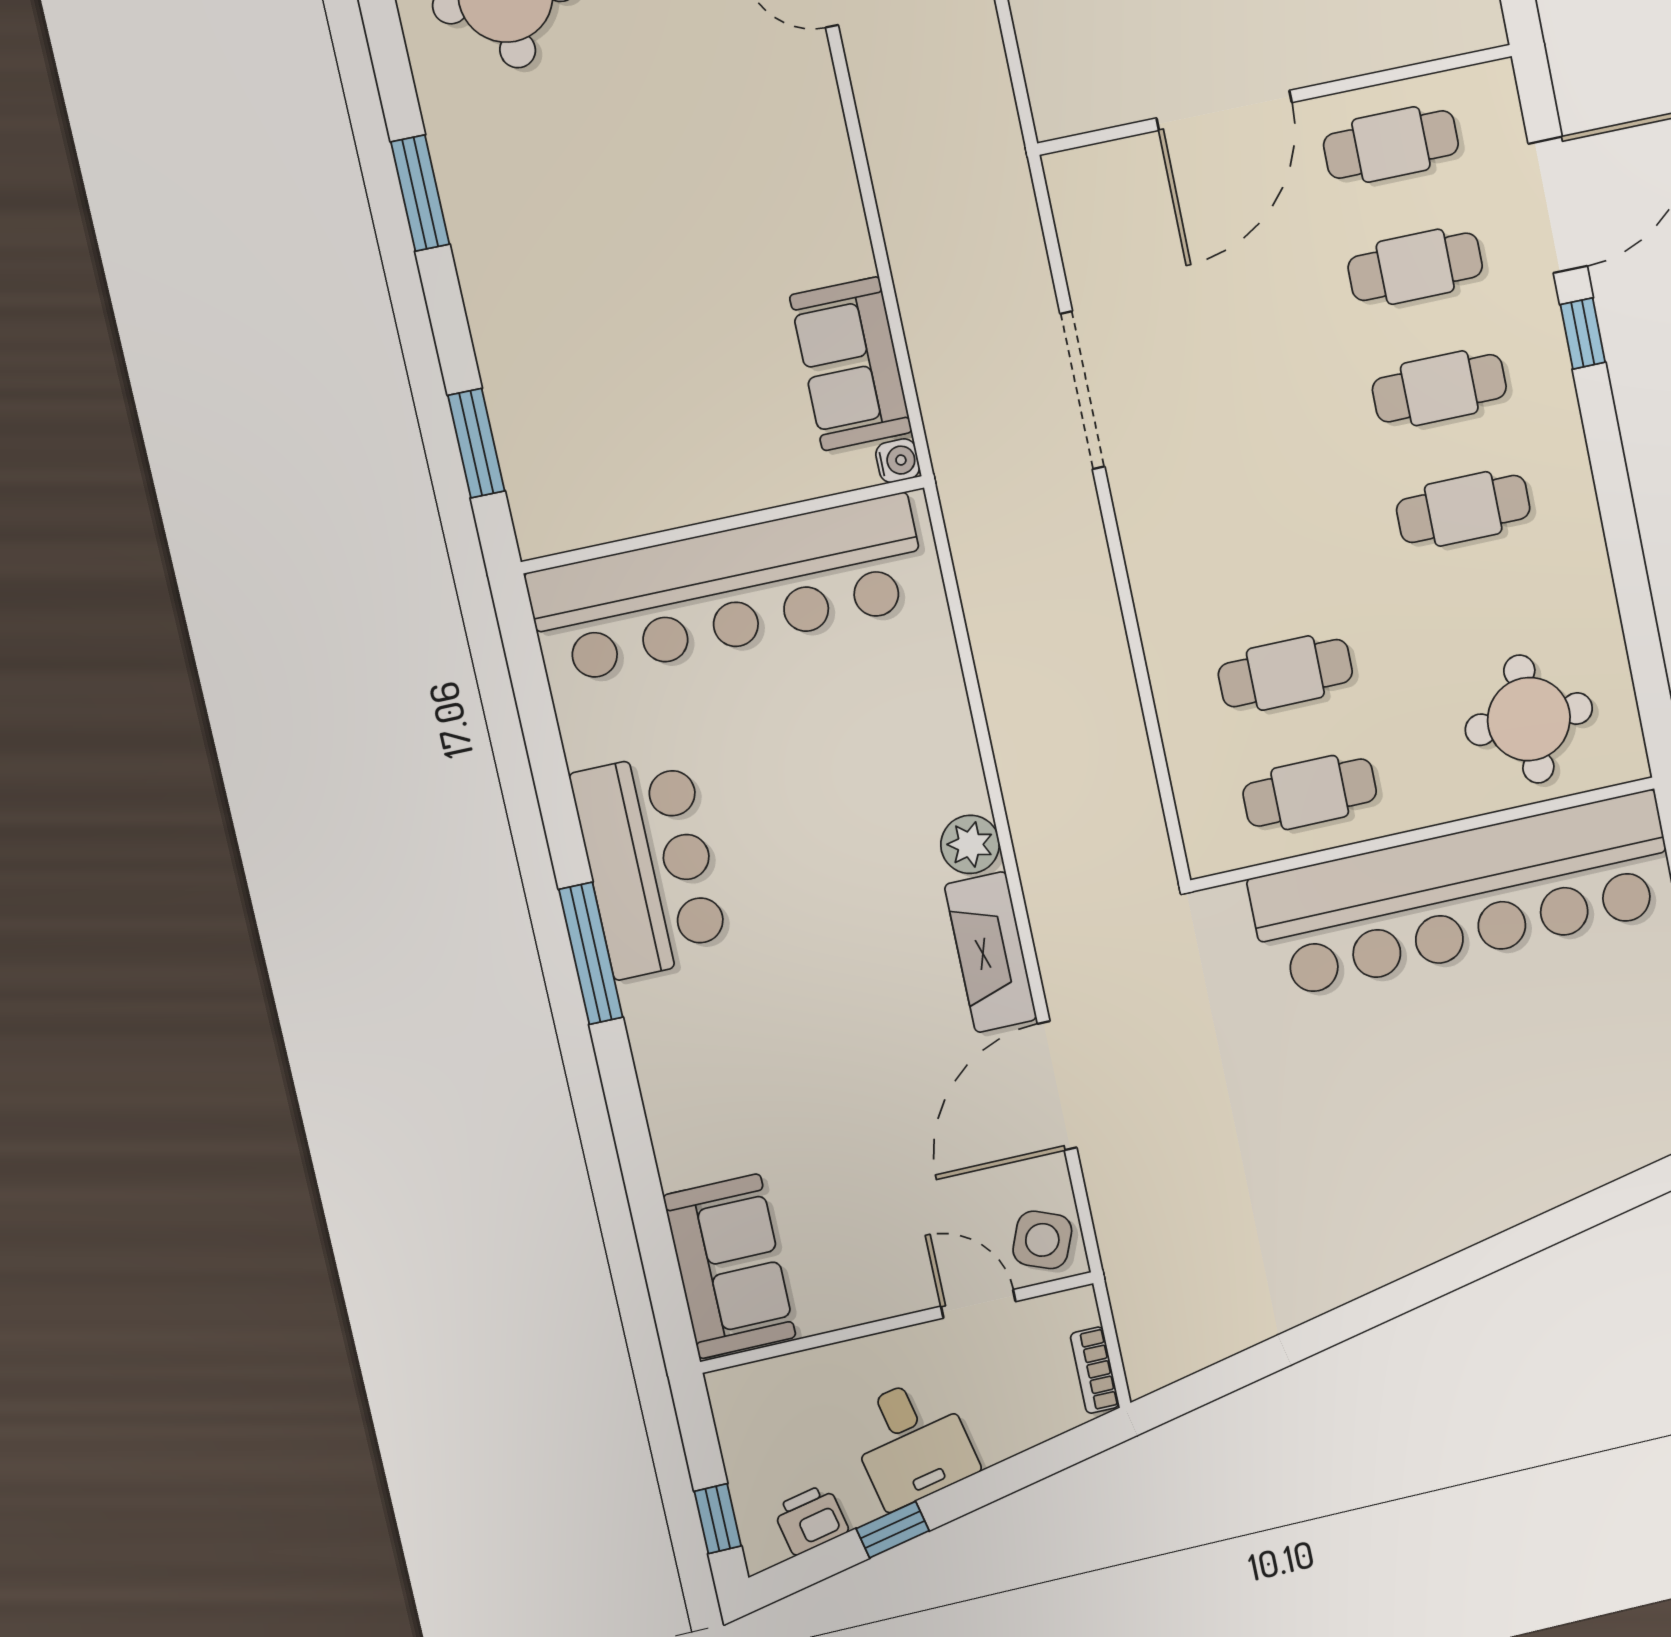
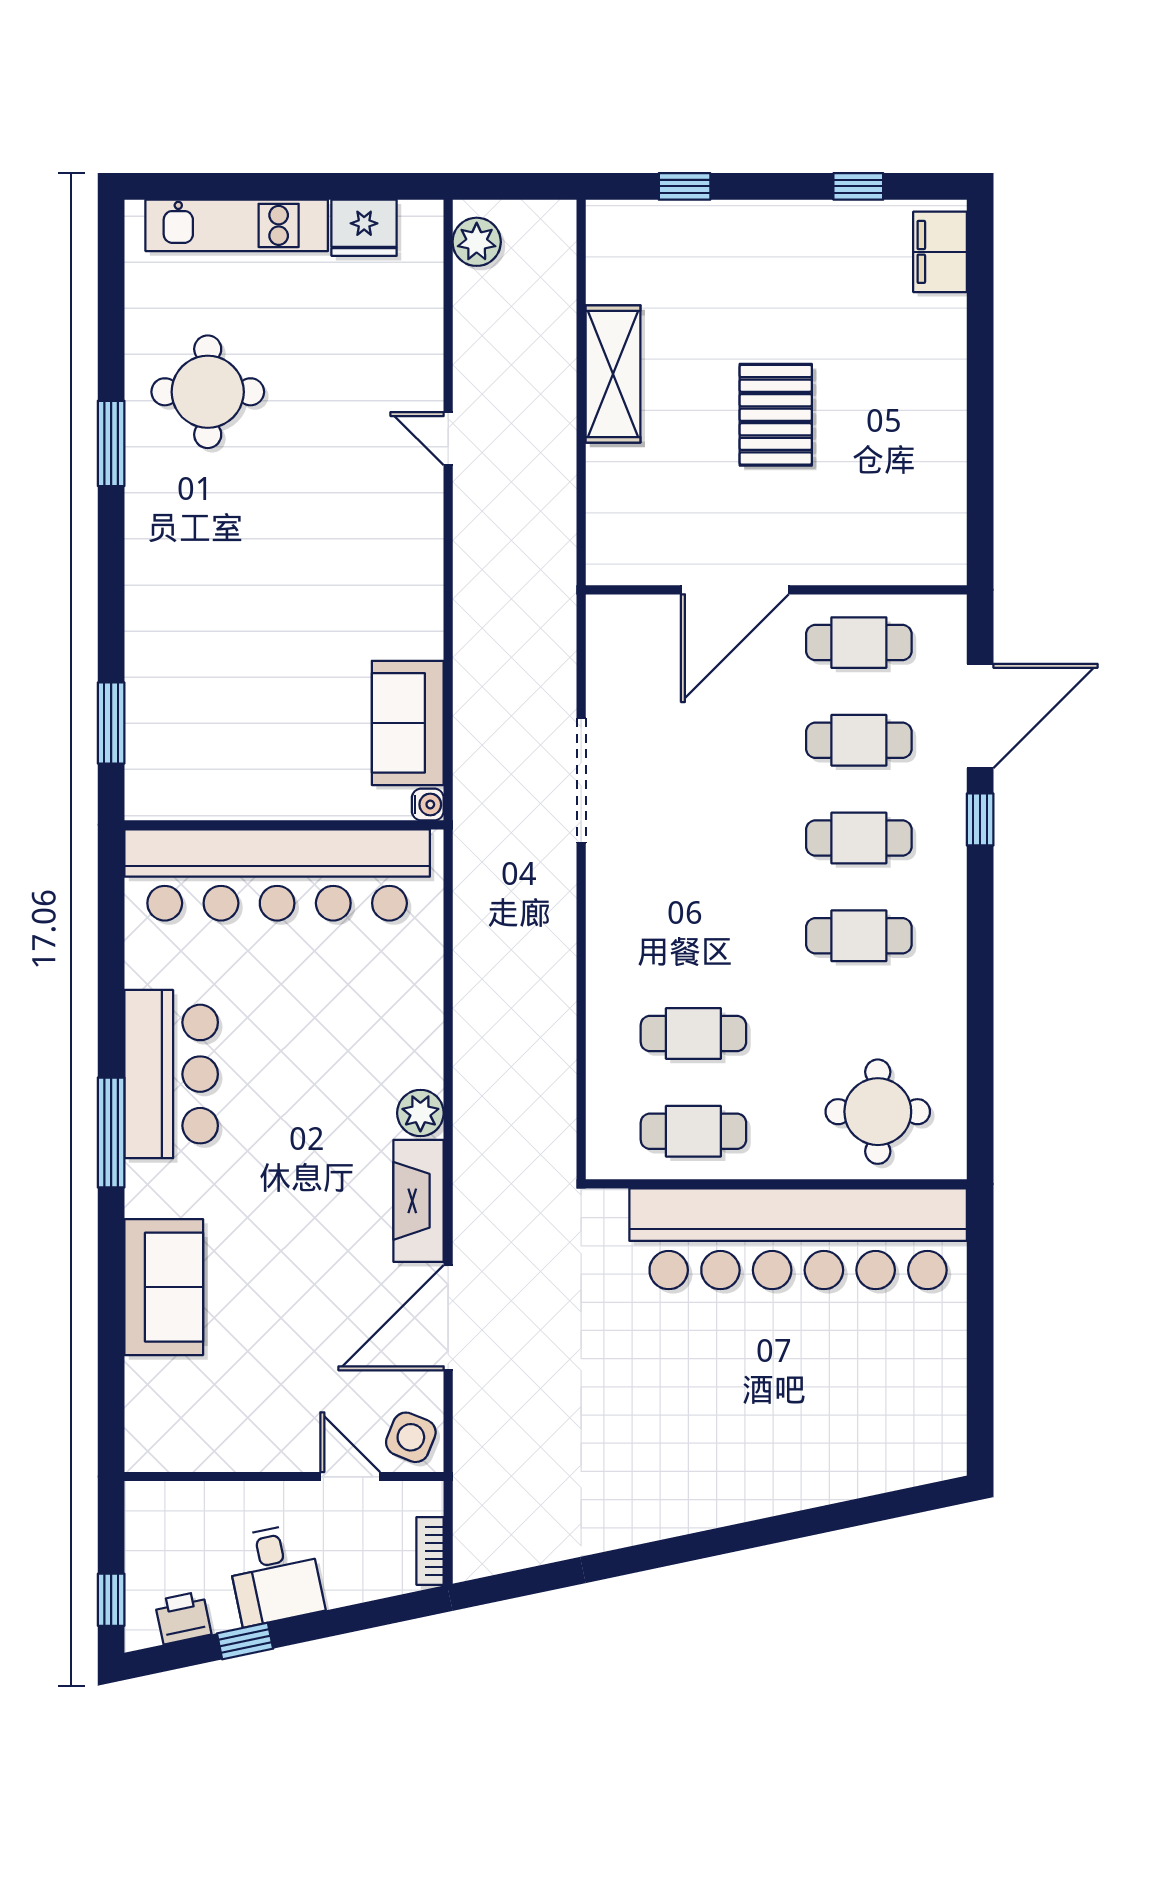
window: (420, 193) -> (111, 443), moved
sofa: (730, 1266) -> (164, 1287), moved

